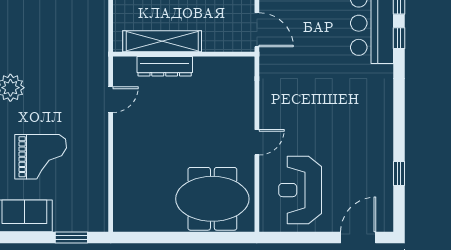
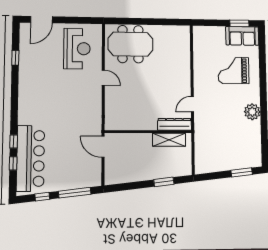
shelving: (162, 41) -> (169, 140), width x0.68
dresser: (165, 66) -> (174, 124), moved
door: (257, 142) -> (103, 78), swing flipped
window: (71, 238) -> (239, 23), moved

